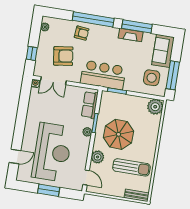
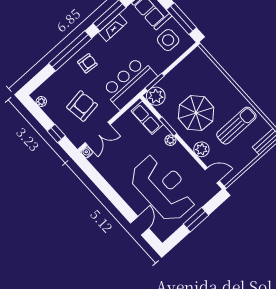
armchair: (82, 33) -> (87, 63), moved
plant: (155, 107) -> (156, 96), moved

